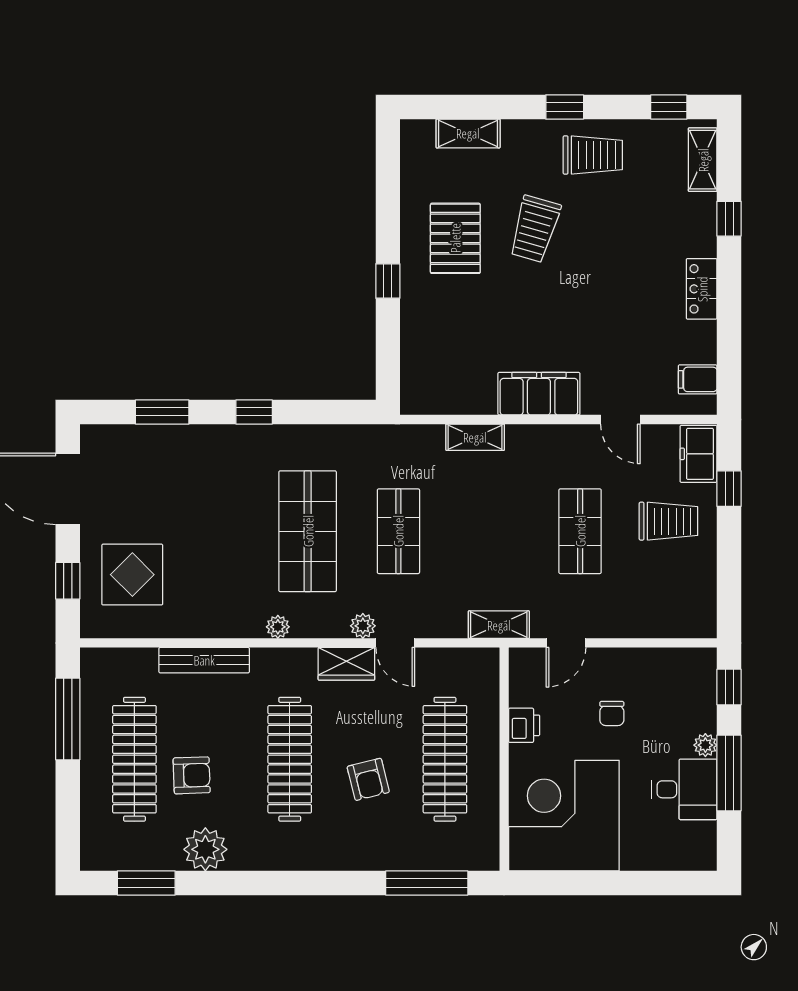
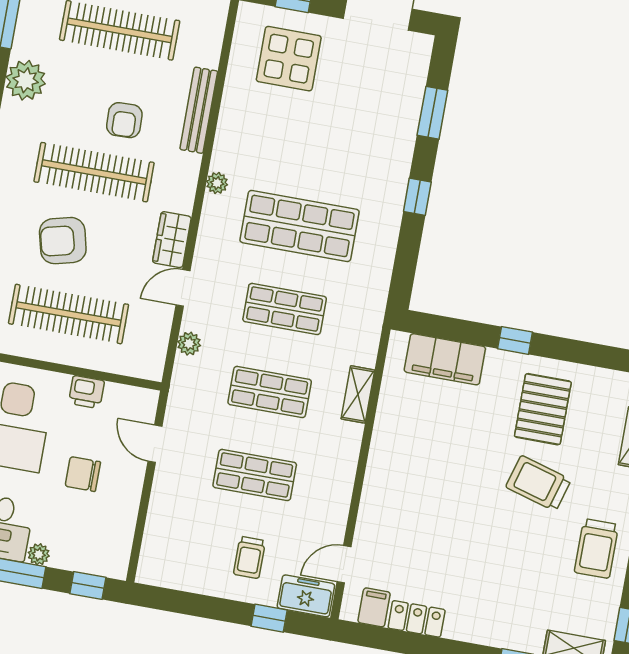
pallet: (455, 238) -> (543, 409), turned 90
locker: (702, 289) -> (417, 619), moved
filing cabinet: (539, 394) -> (445, 359), moved, turned 90
door: (620, 420) -> (344, 564), moved
trolley: (668, 521) -> (249, 557), width x0.73, depth x0.72
shop shelf: (489, 531) -> (270, 392), added
shelving: (499, 625) -> (183, 385), removed
plant: (363, 626) -> (189, 344), moved
chair: (612, 714) -> (83, 474), width x1.37, depth x1.37
armchair: (192, 775) -> (124, 120), moved
armchair: (368, 779) -> (63, 241), width x1.38, depth x1.38

